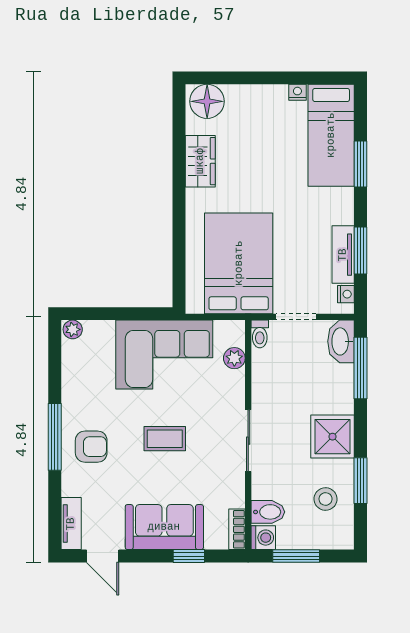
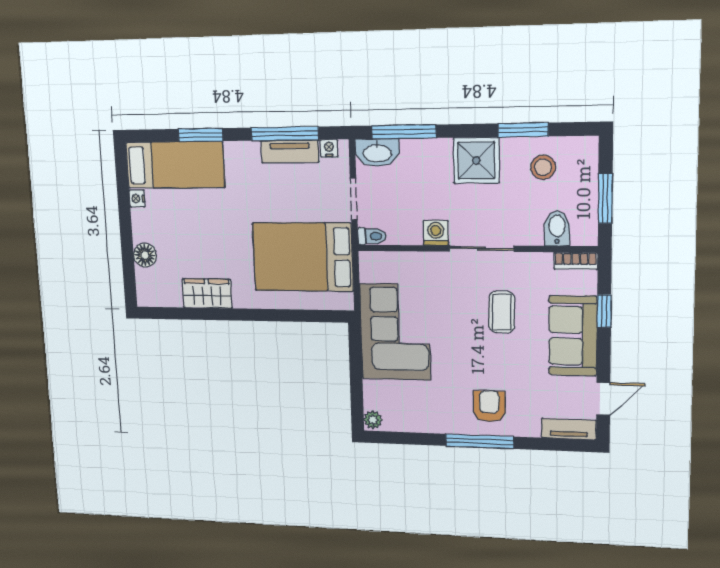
floor lamp: (207, 101) -> (145, 255), moved, width x0.73, depth x0.73
window: (360, 250) -> (285, 134), width x1.44
plant: (234, 358) -> (397, 262), removed
coffee table: (165, 439) -> (502, 312), moved
washing machine: (263, 538) -> (436, 233), moved

